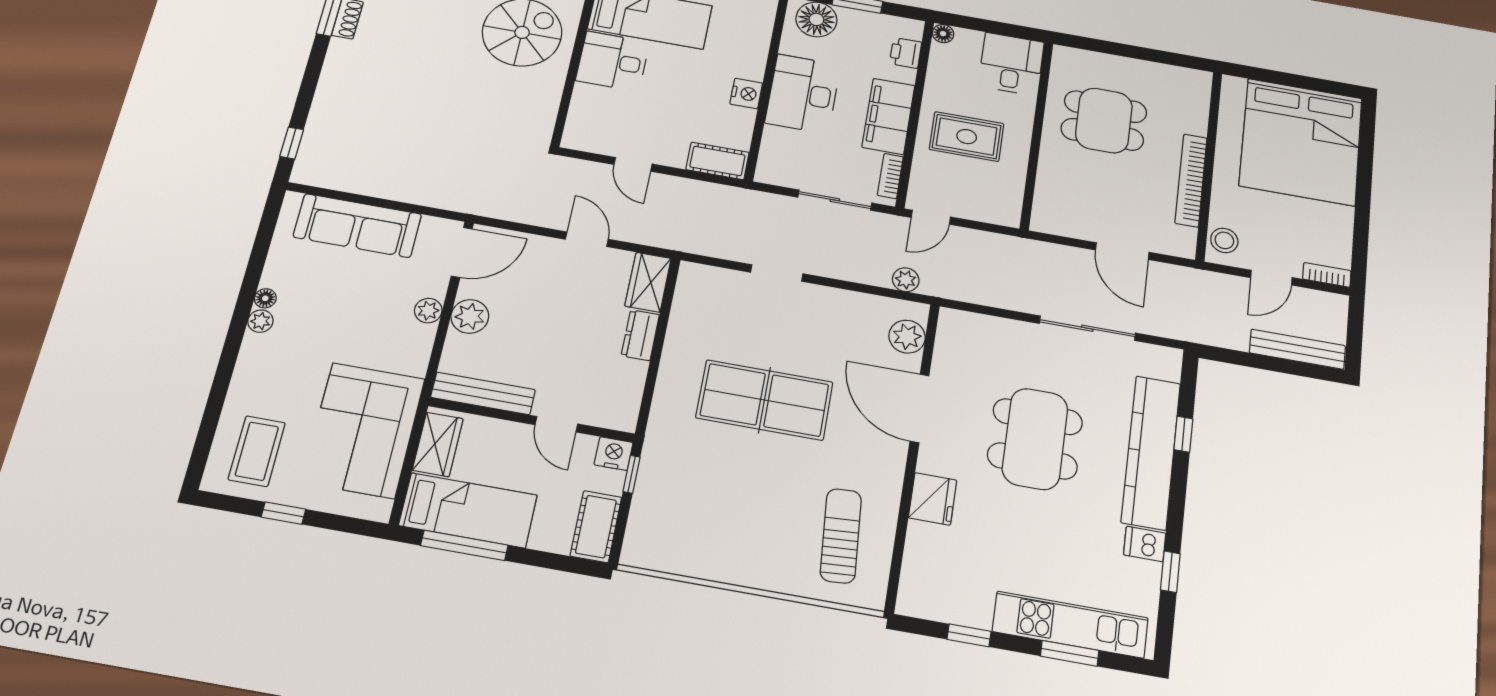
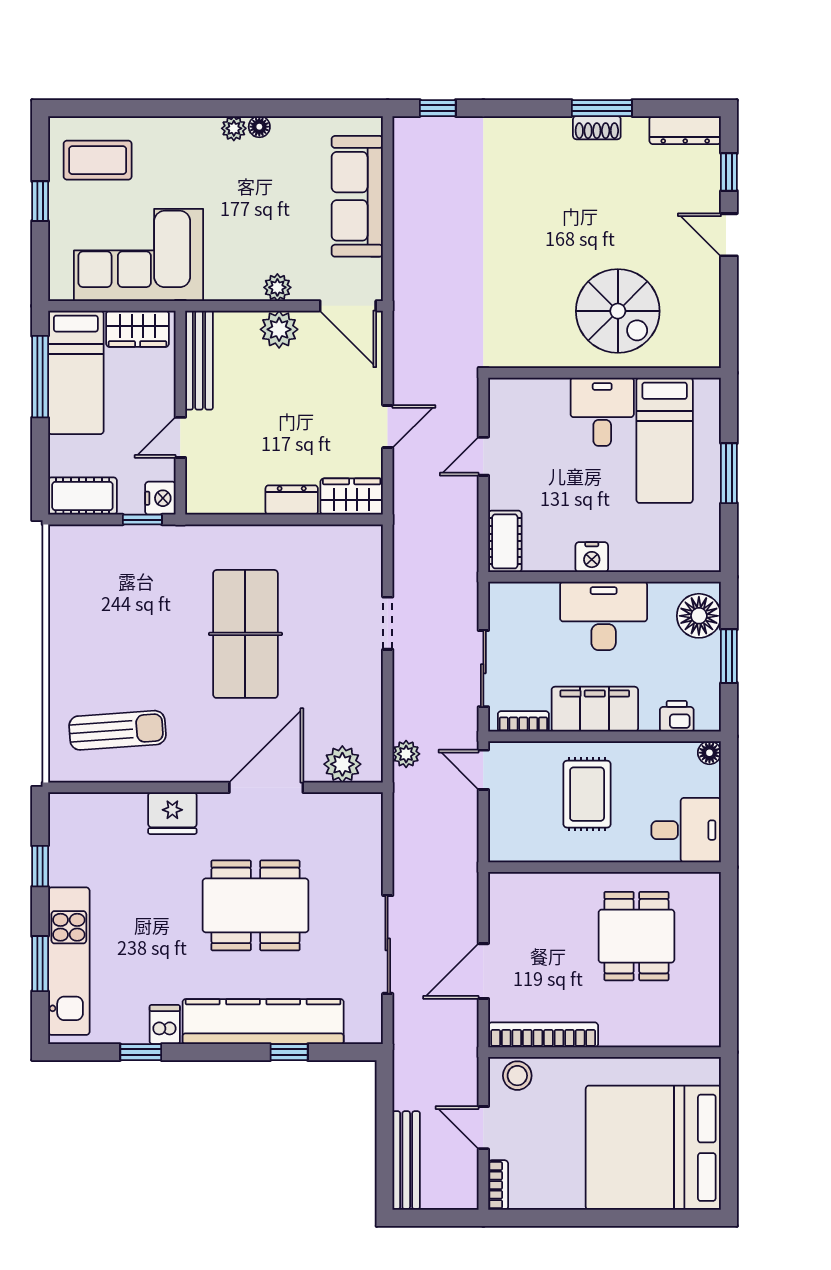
bookcase: (1191, 180) -> (543, 1035), moved

